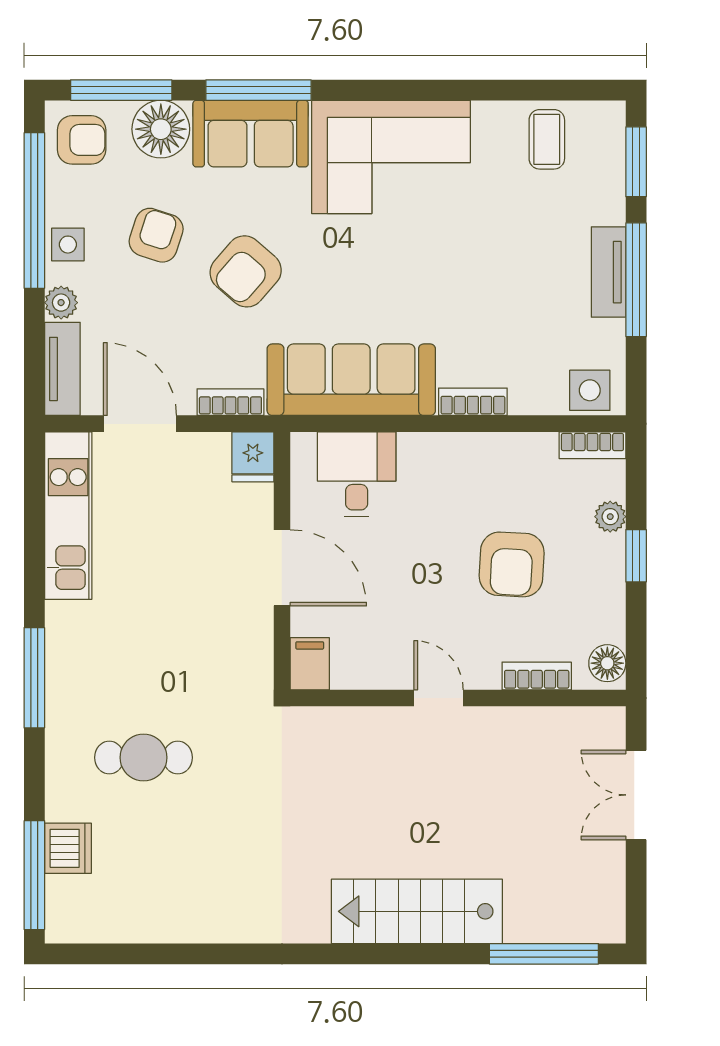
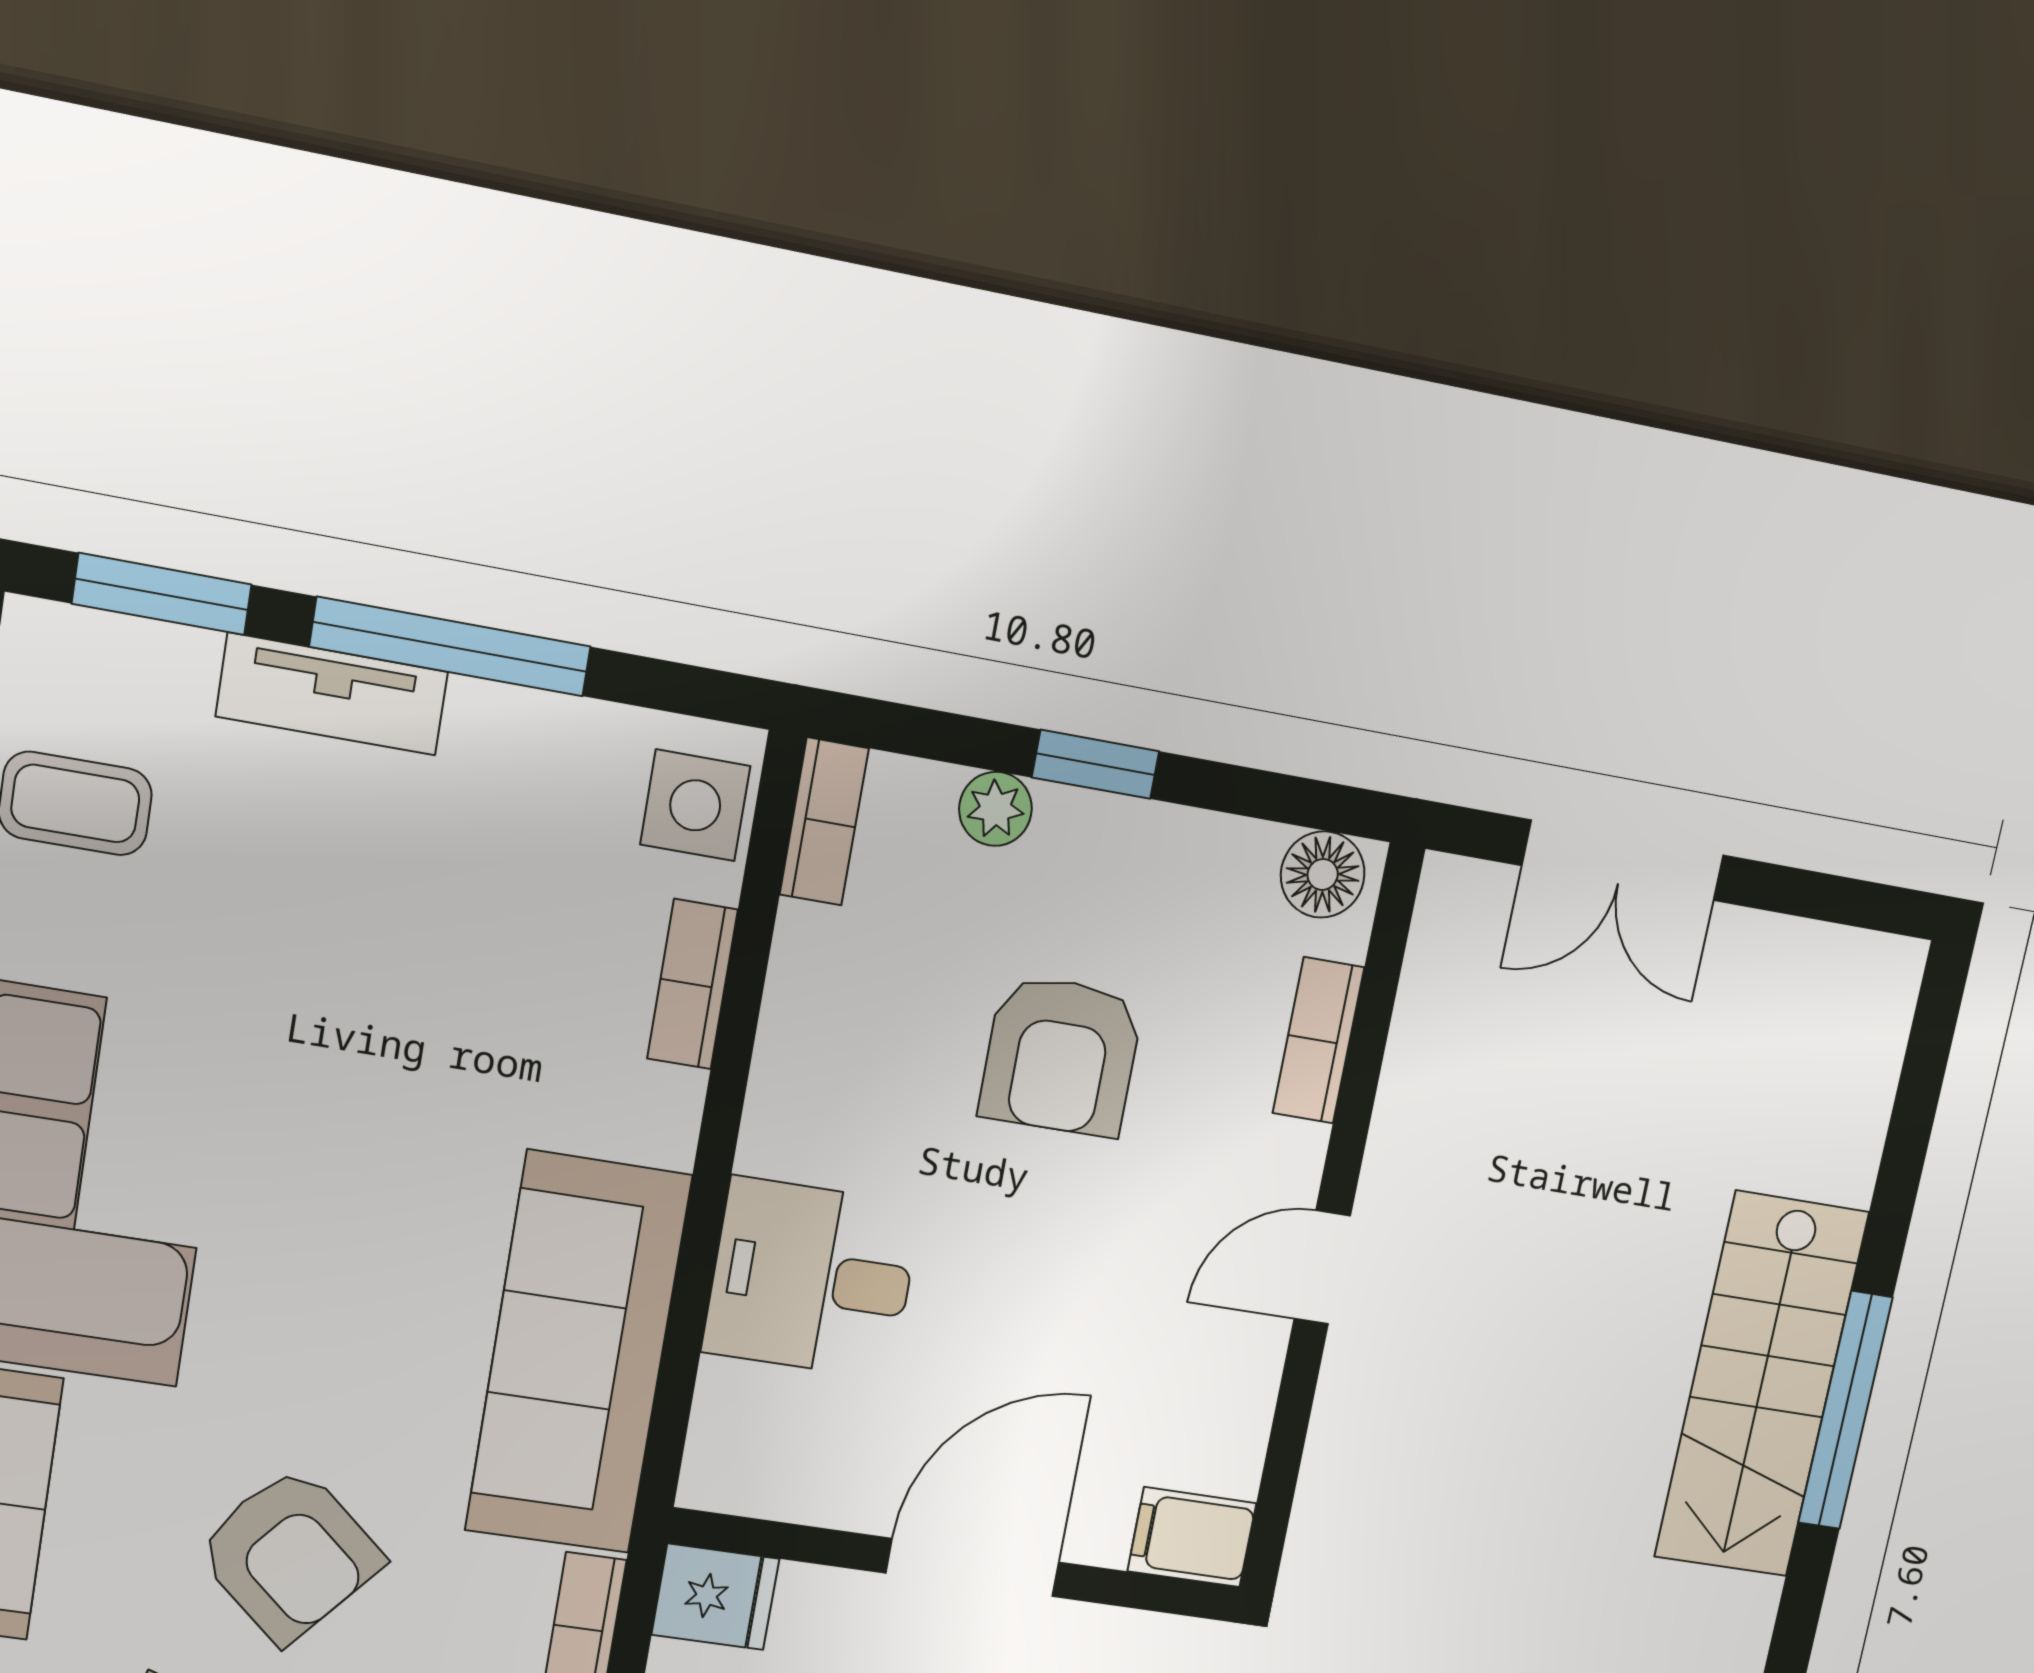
tv unit: (609, 272) -> (332, 694), moved
bookcase: (473, 402) -> (692, 984), moved
desk: (357, 474) -> (812, 1278), moved
armchair: (512, 564) -> (1061, 1056), turned 87
window: (544, 954) -> (1845, 1410), moved

